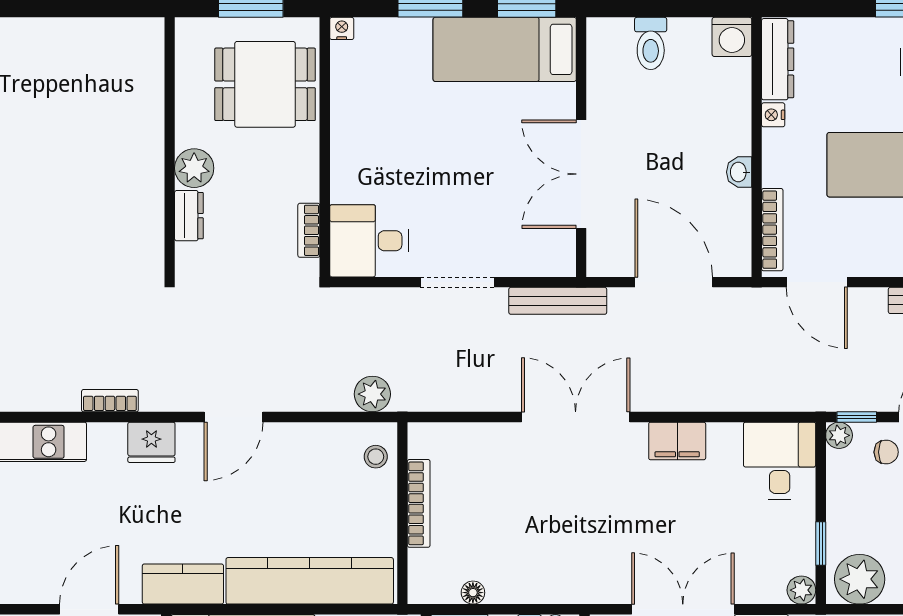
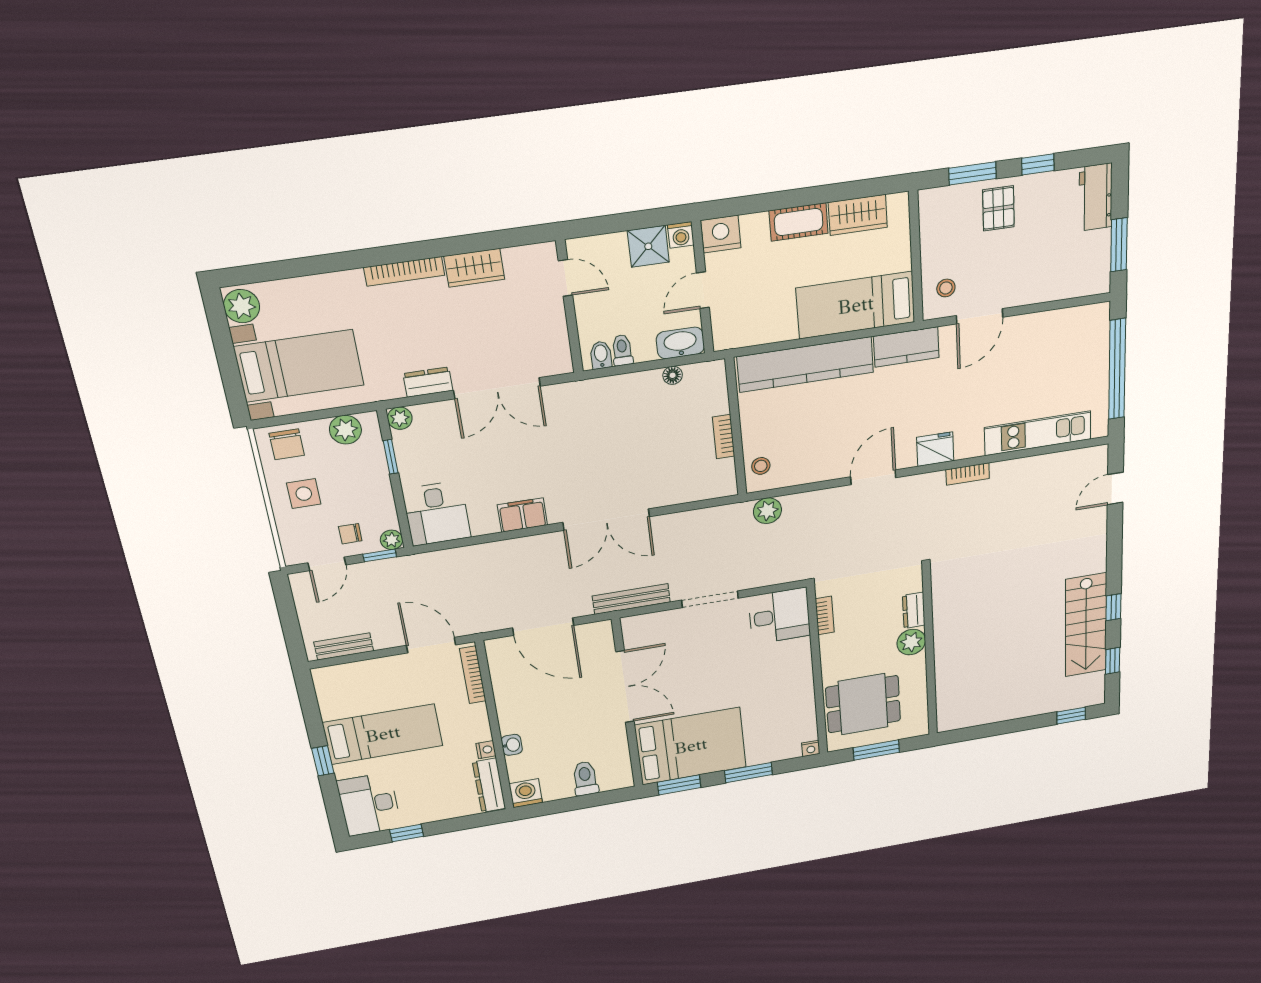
bed: (505, 49) -> (691, 746), width x1.50
washbasin: (739, 172) -> (512, 745), moved
bookcase: (419, 503) -> (724, 437), width x0.64
plant: (860, 579) -> (345, 430), width x0.73, depth x0.73

